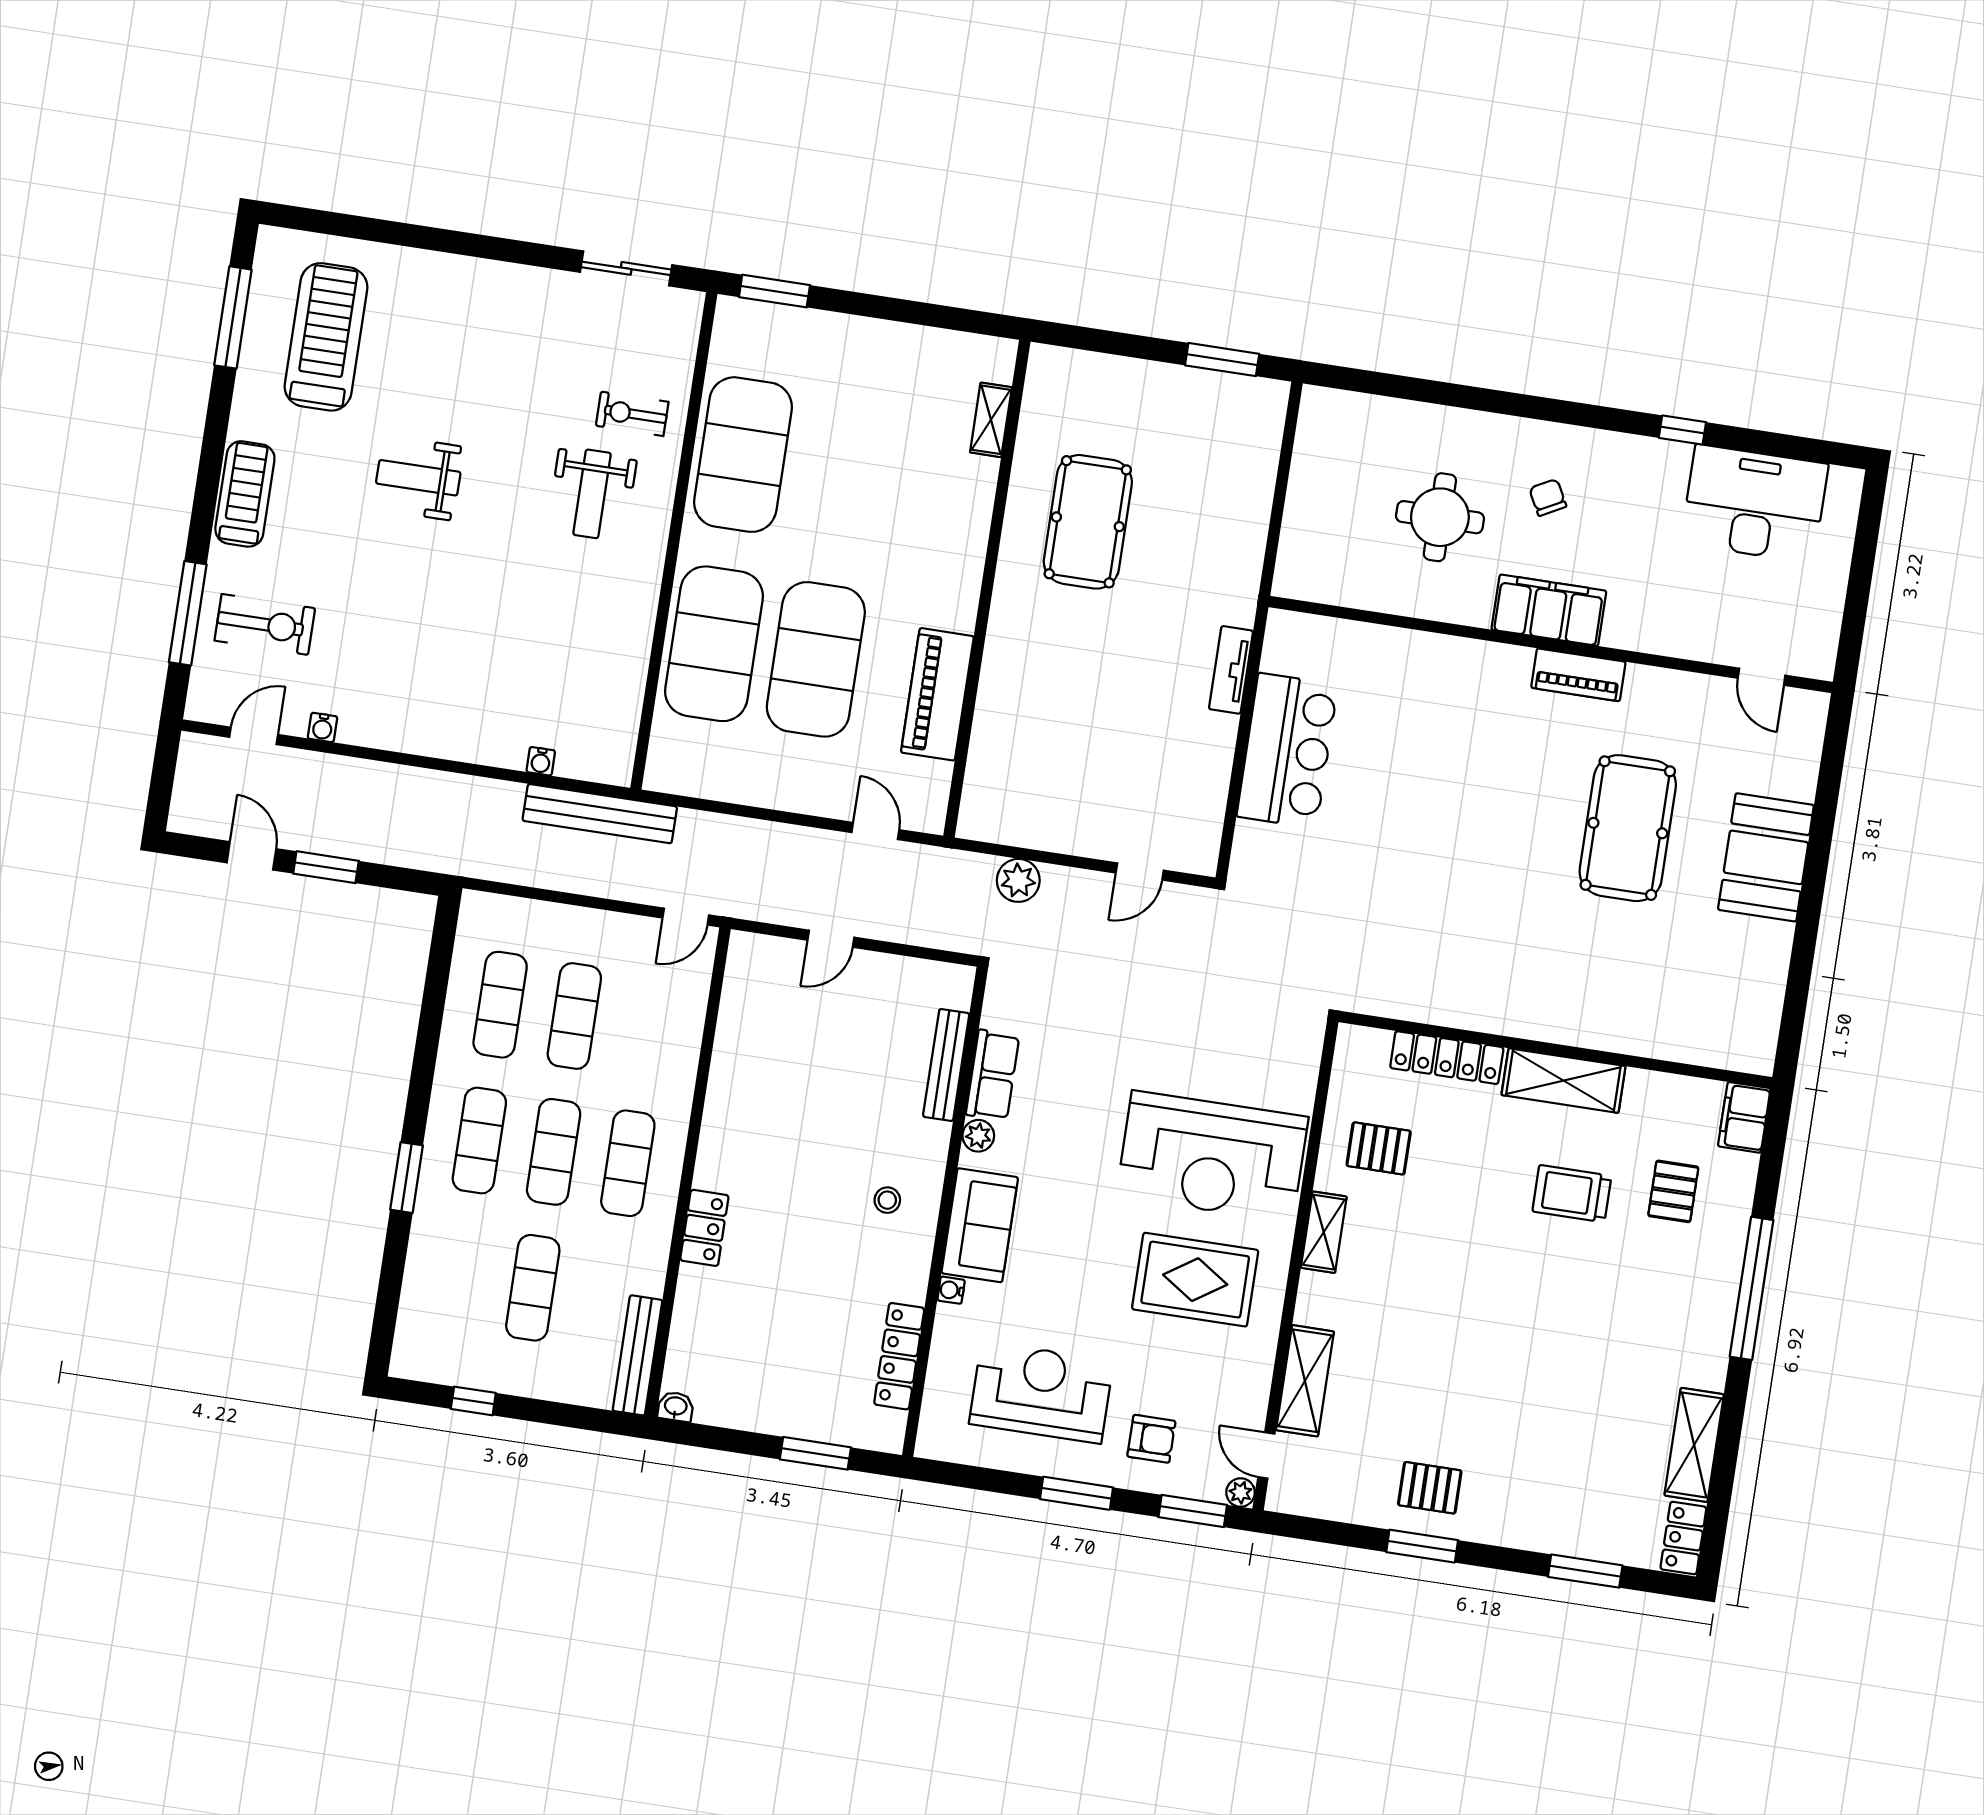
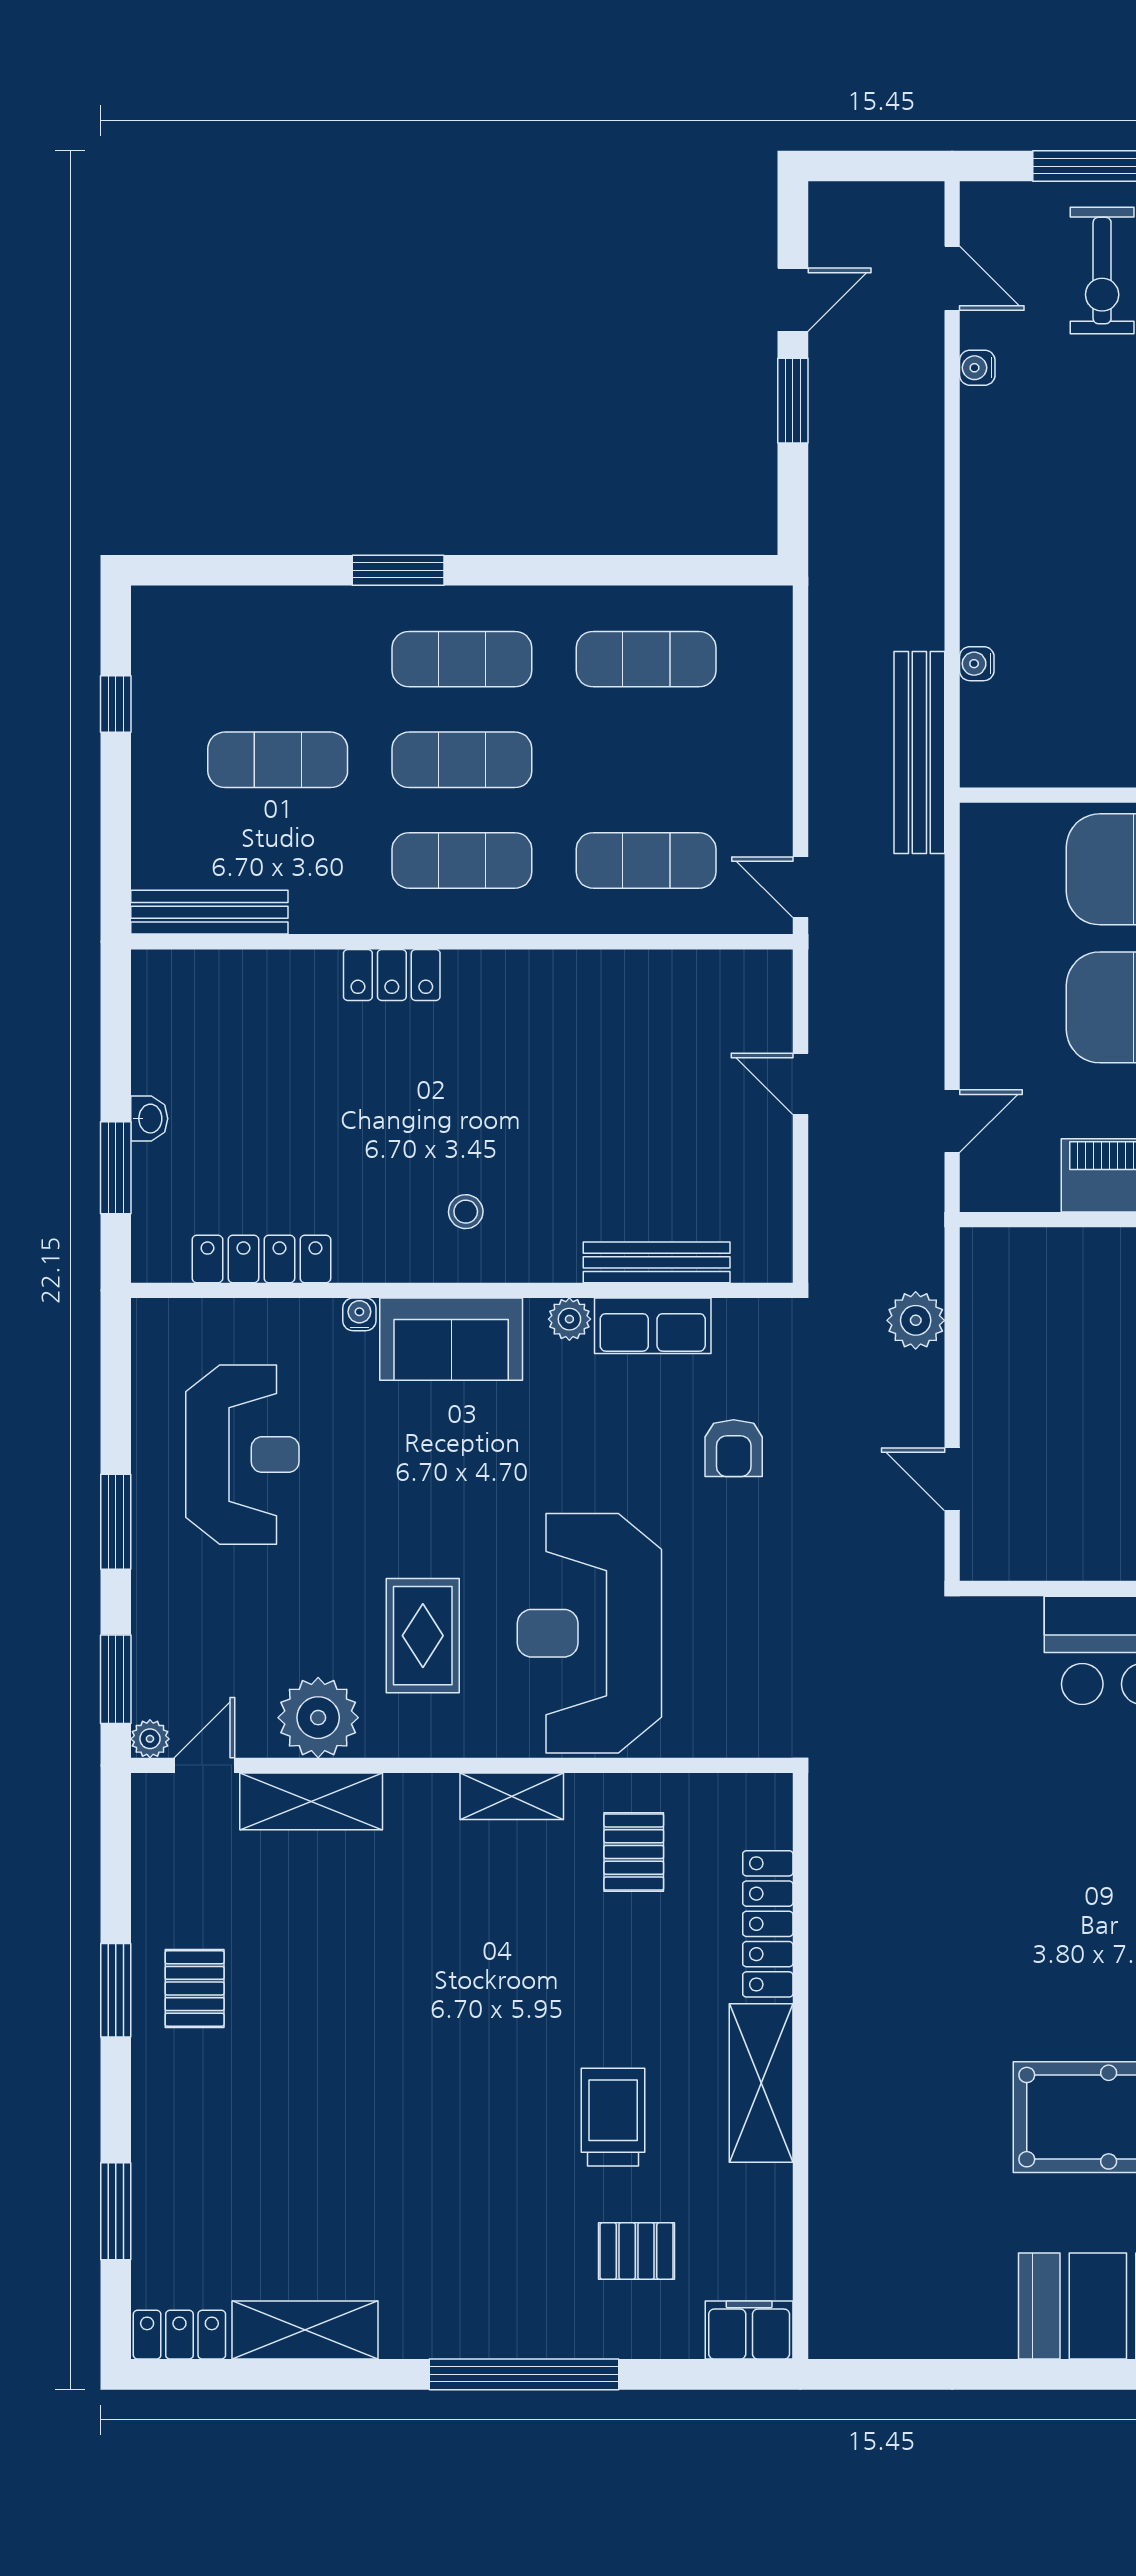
exercise mat: (574, 1016) -> (646, 860), moved
rug: (1195, 1280) -> (423, 1636), width x0.73, depth x0.70
plant: (1244, 1366) -> (318, 1718), added
washbasin: (676, 1407) -> (149, 1119), moved
armchair: (1151, 1439) -> (734, 1448), moved

